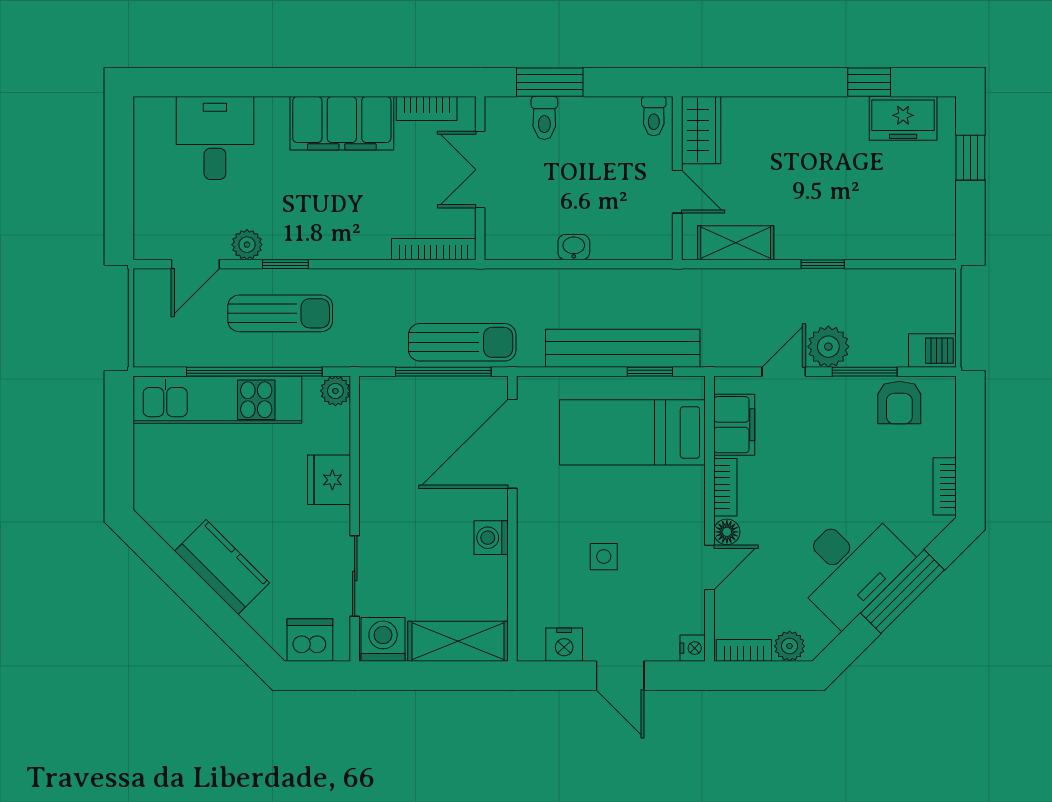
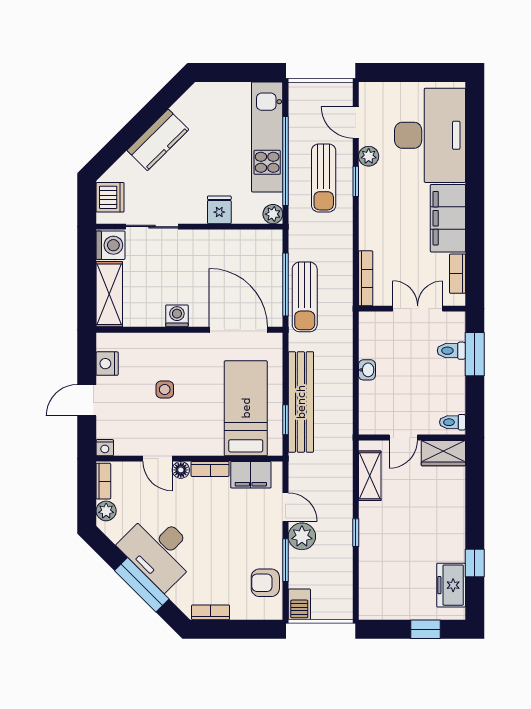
desk: (215, 138) -> (430, 135), width x1.87, depth x1.30
fridge: (329, 480) -> (219, 210), width x0.72

